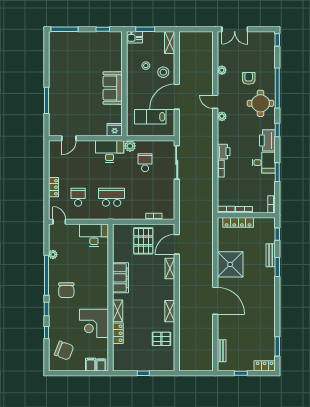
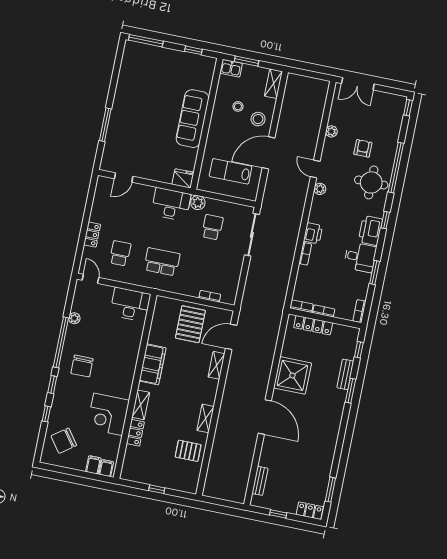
sofa: (113, 88) -> (193, 119), width x1.36
chair: (64, 351) -> (64, 441), turned 123

